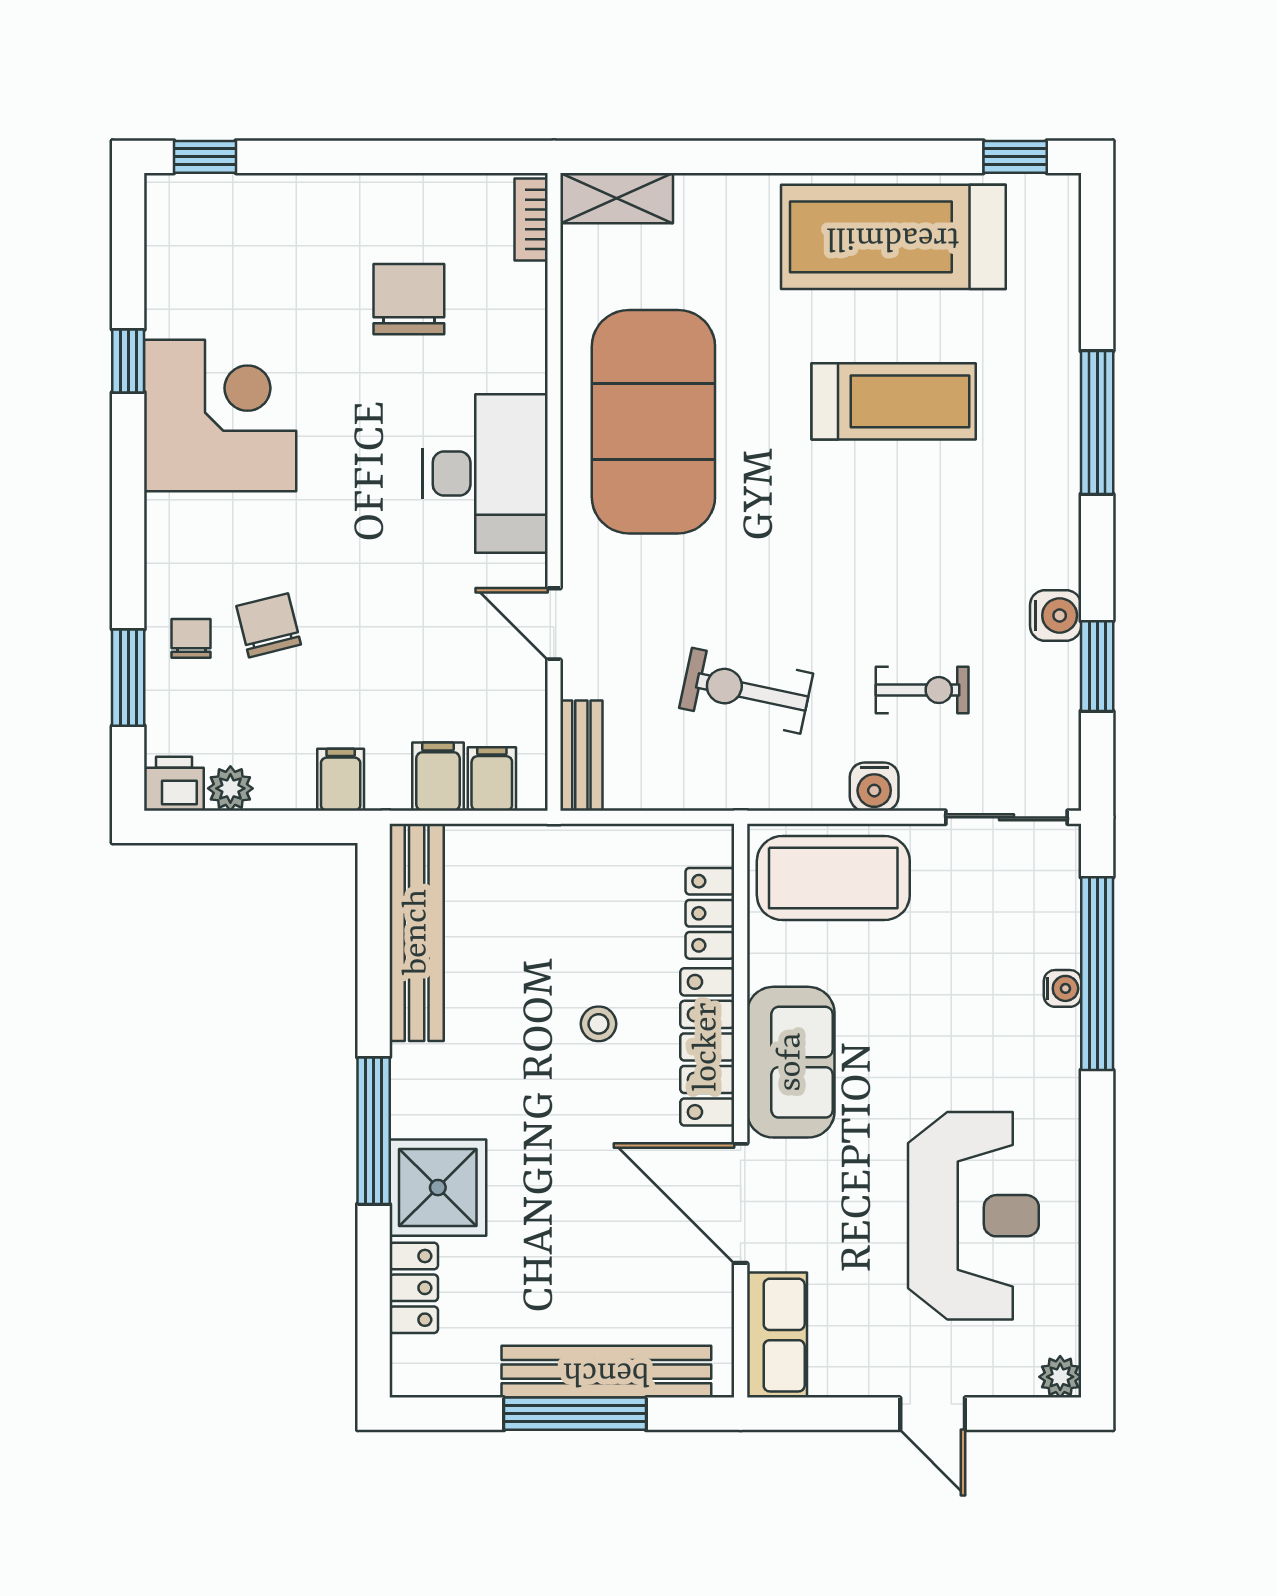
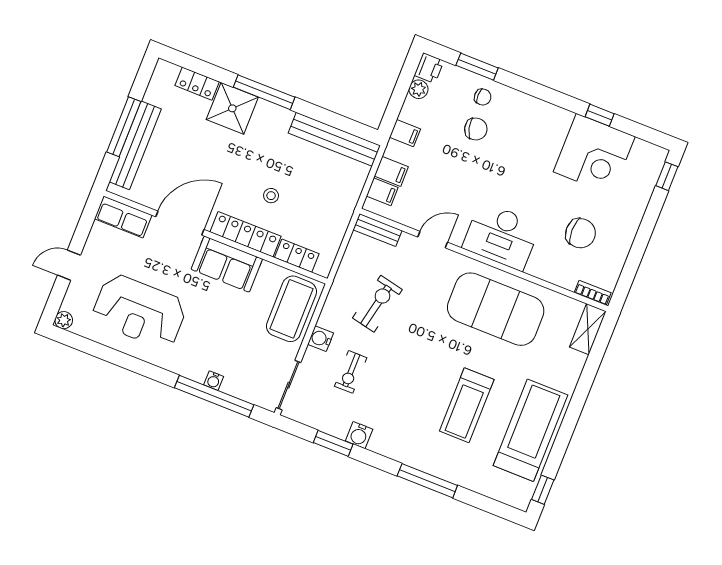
corner desk: (220, 415) -> (594, 154), moved

